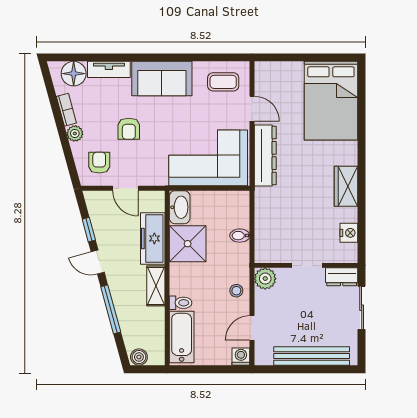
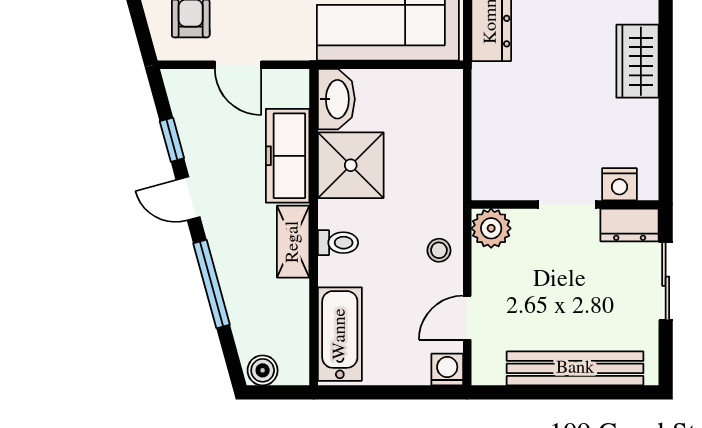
nightstand: (349, 233) -> (619, 184), moved, turned 90
bidet: (240, 236) -> (445, 151), removed
toilet: (181, 303) -> (338, 243), moved

